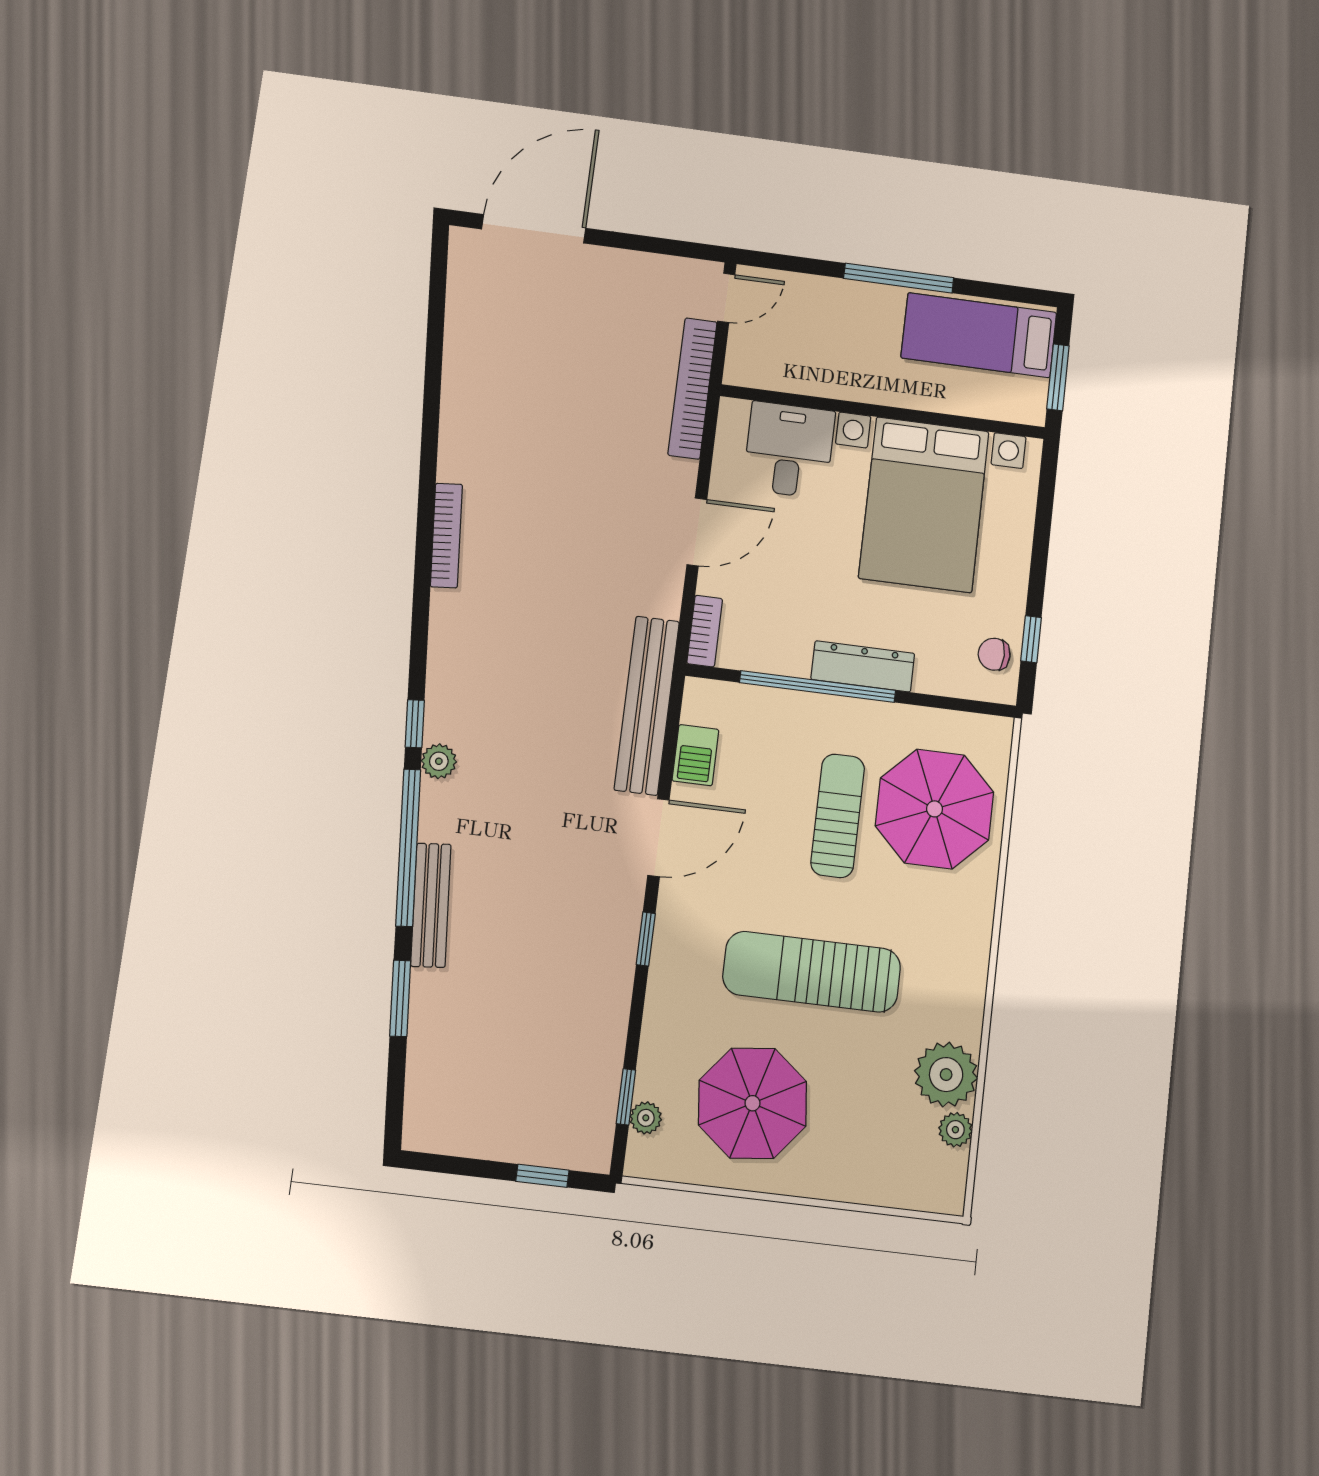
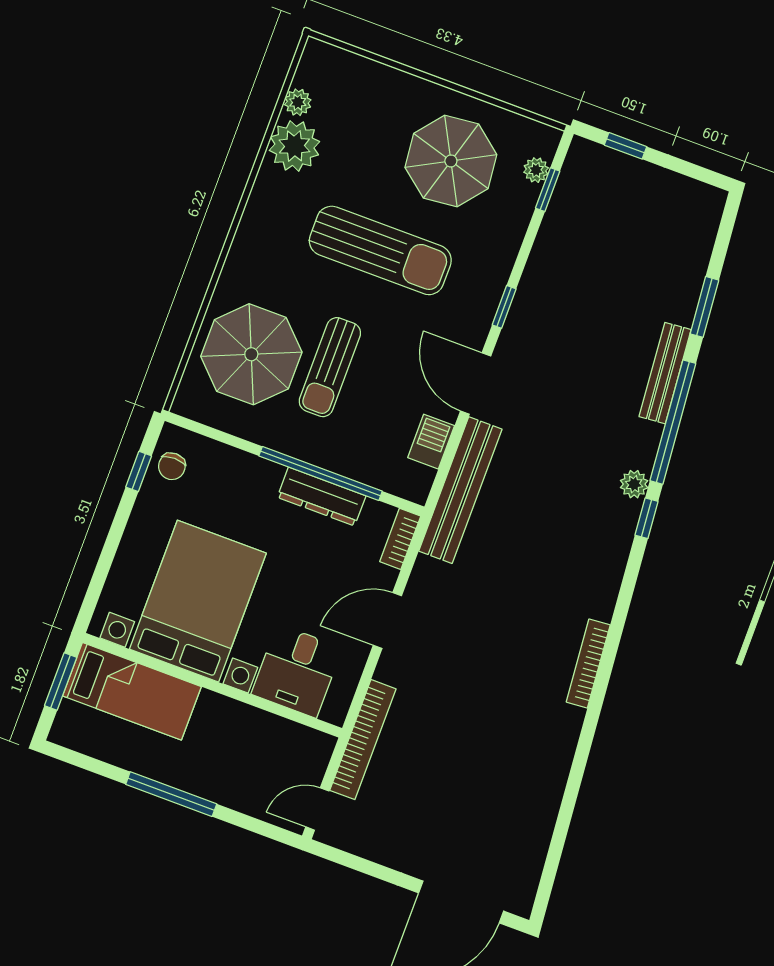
bed: (979, 335) -> (132, 691), moved
chair: (994, 654) -> (172, 466), turned 90
dresser: (863, 666) -> (322, 497), moved
door: (658, 838) -> (476, 383), hinge flipped

